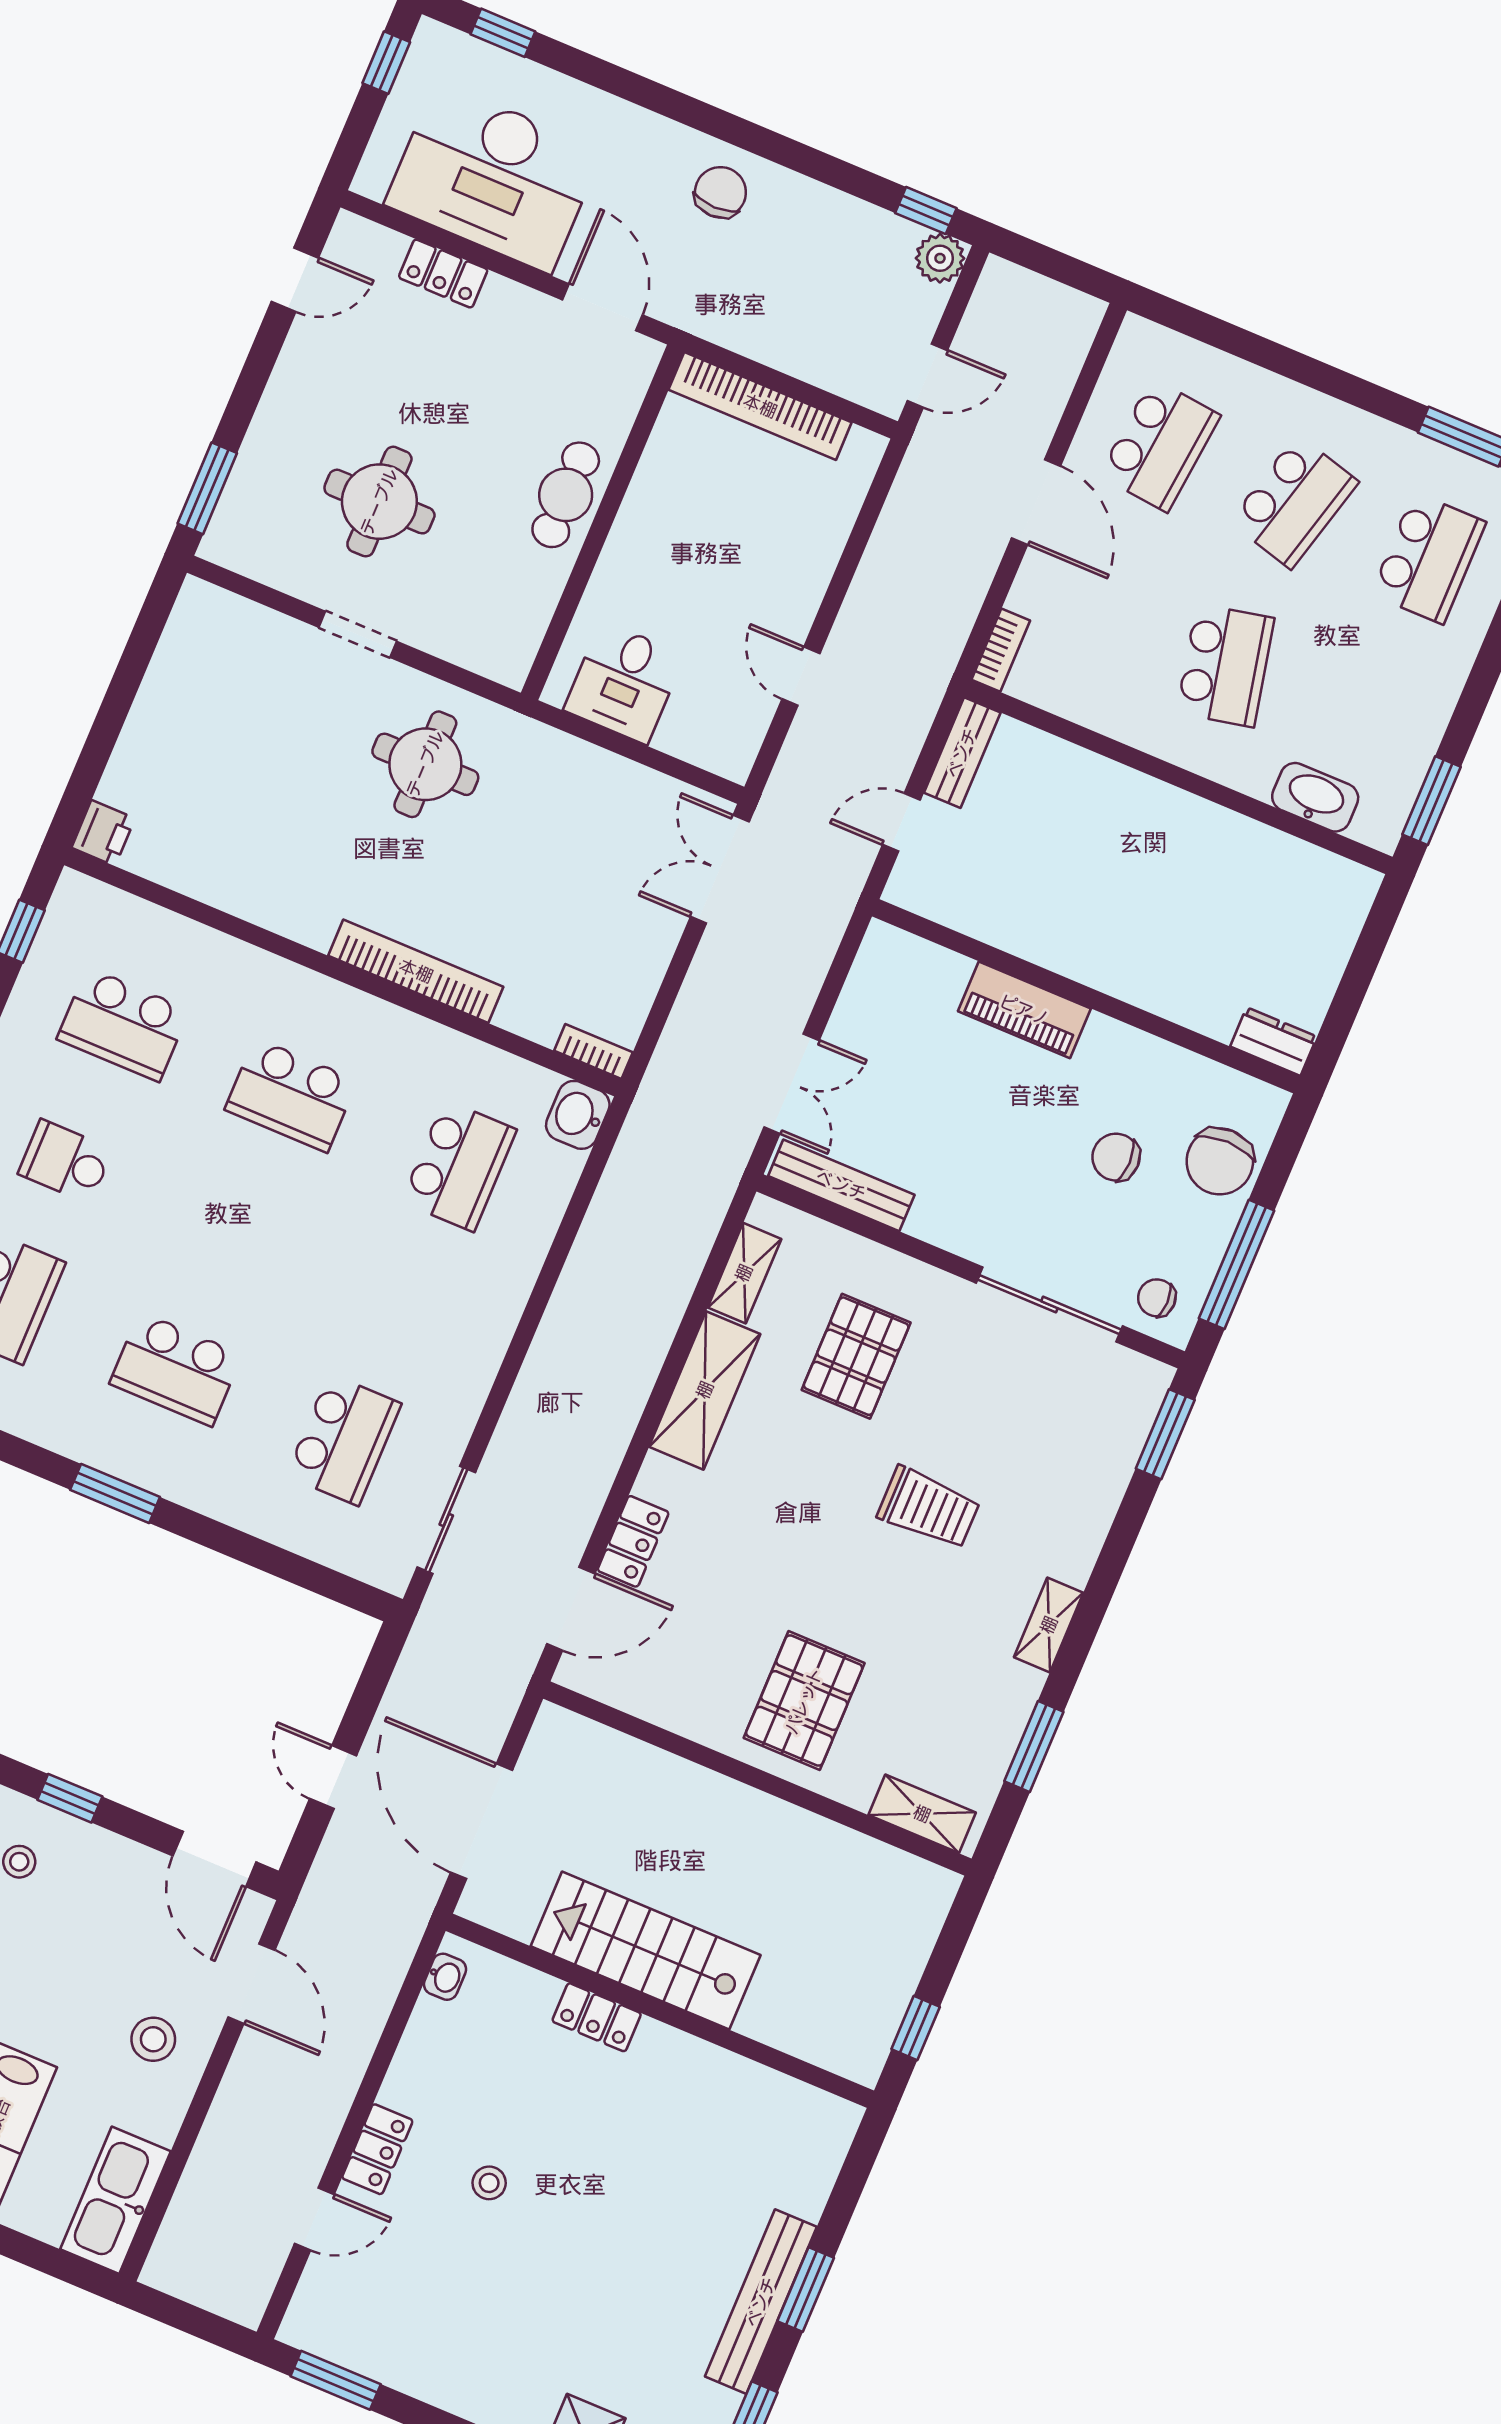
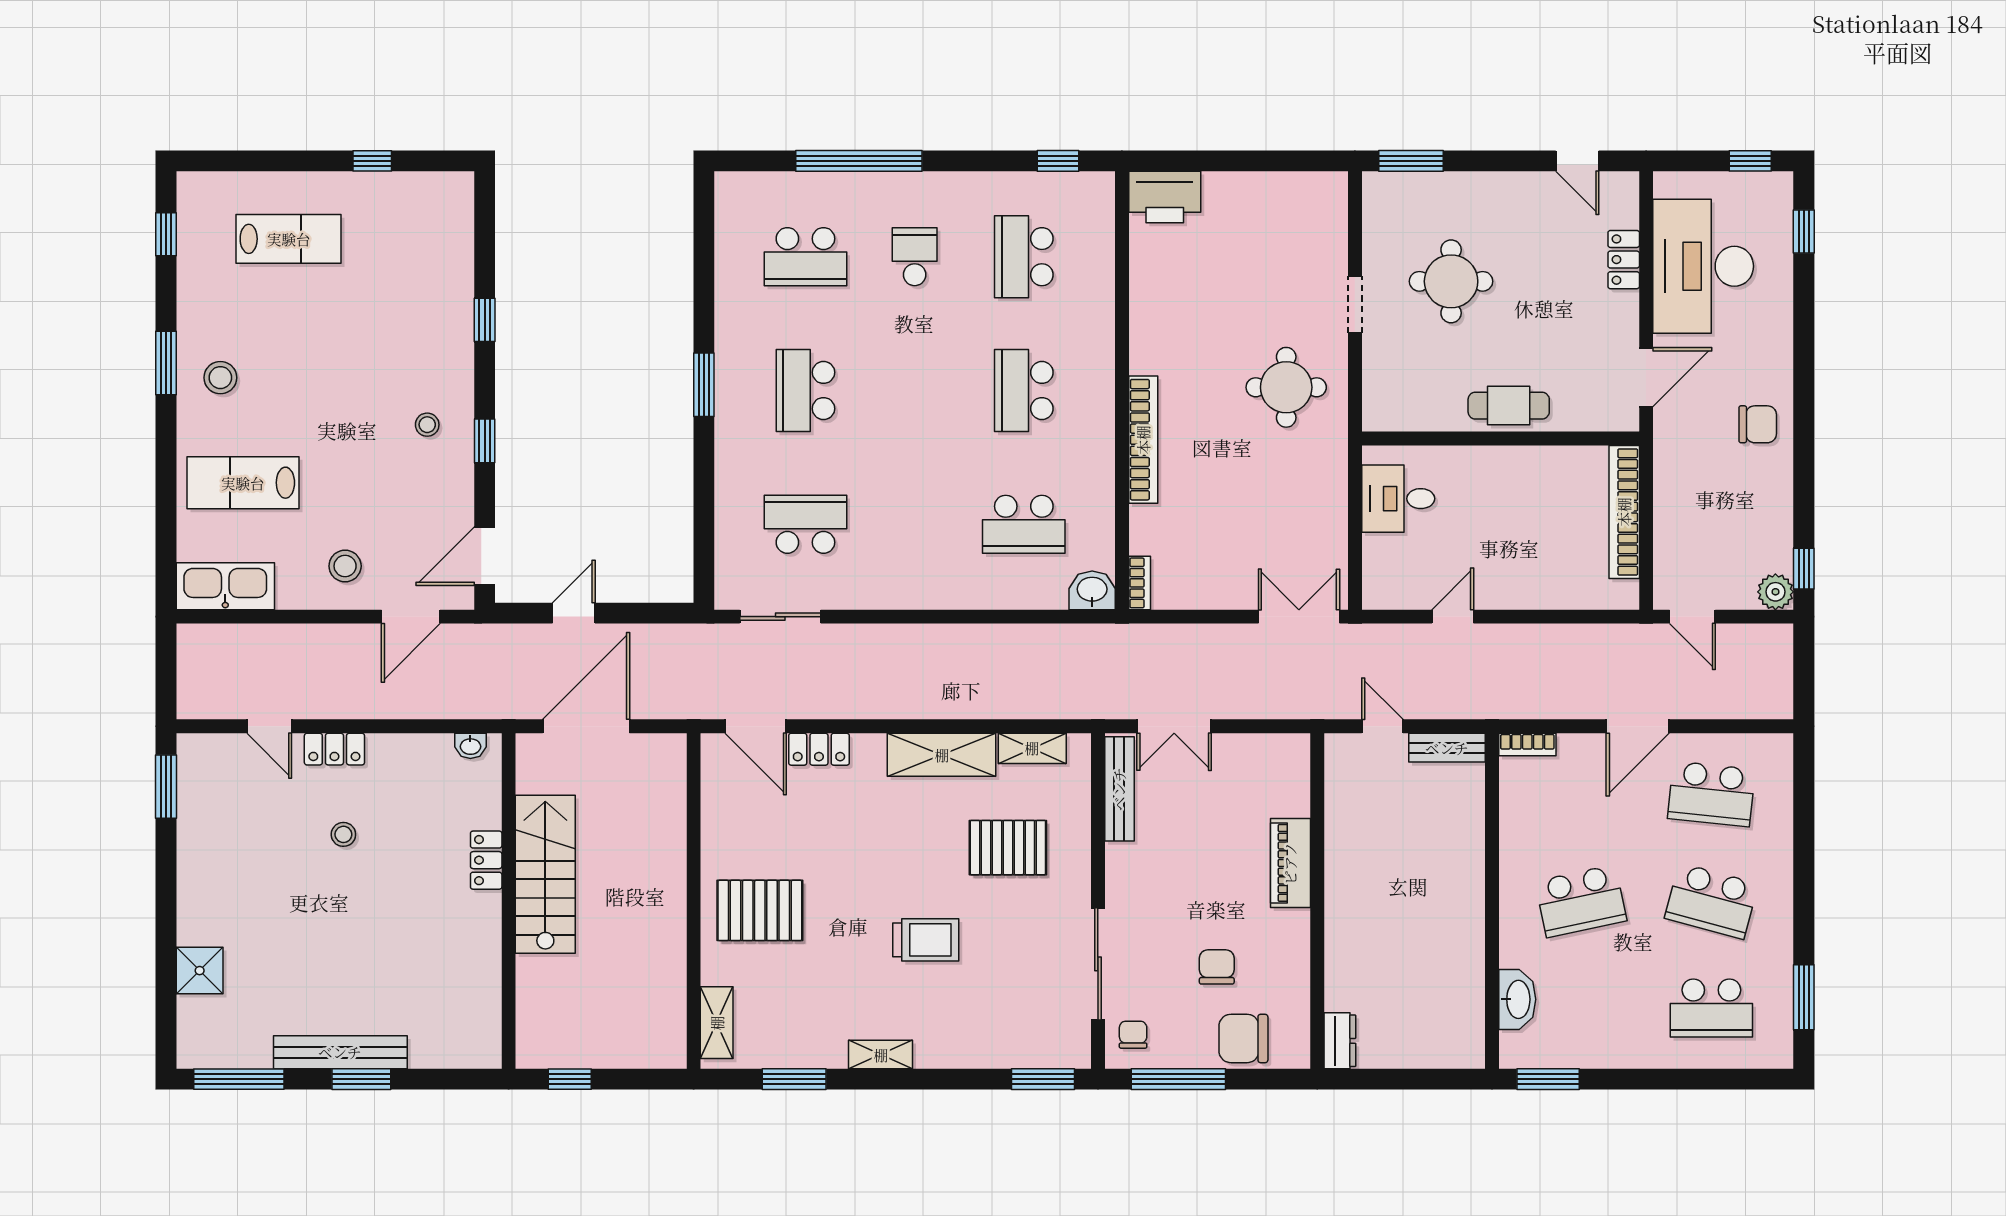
printer: (103, 833) -> (1165, 197), width x1.87, depth x1.48
school desk: (344, 1440) -> (805, 524), turned 180
trolley: (929, 1508) -> (926, 940), turned -90

